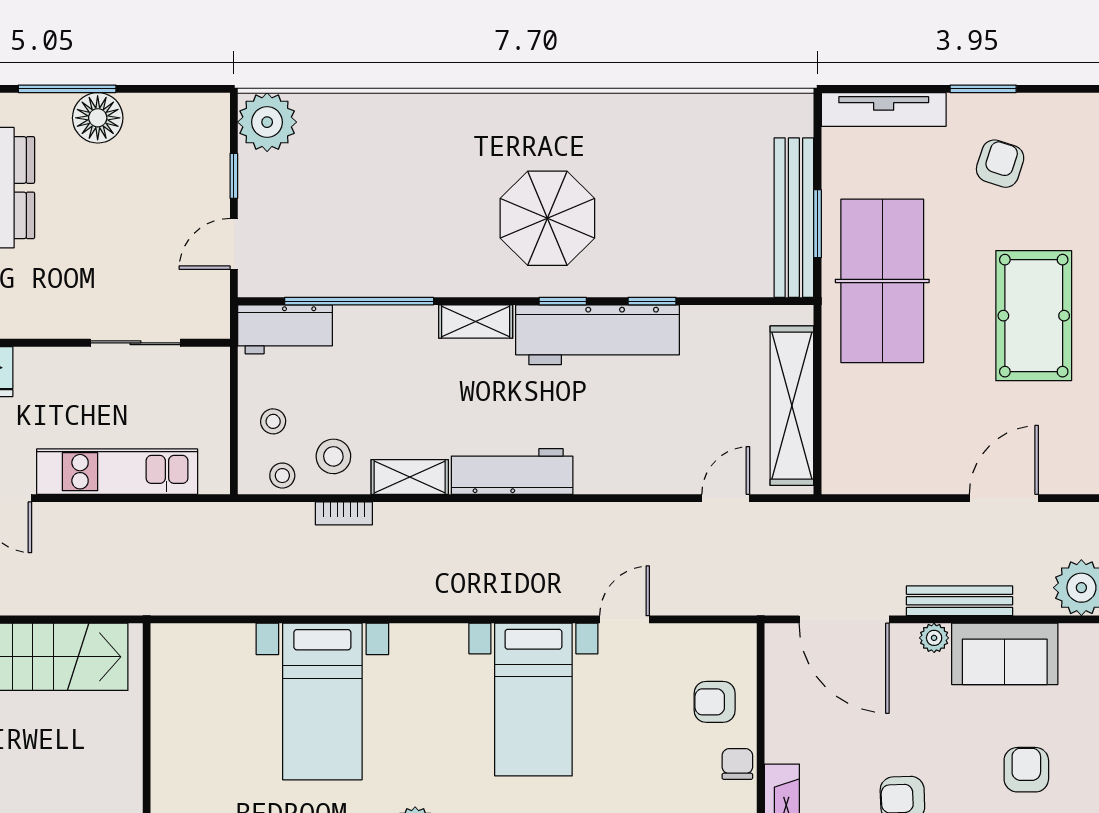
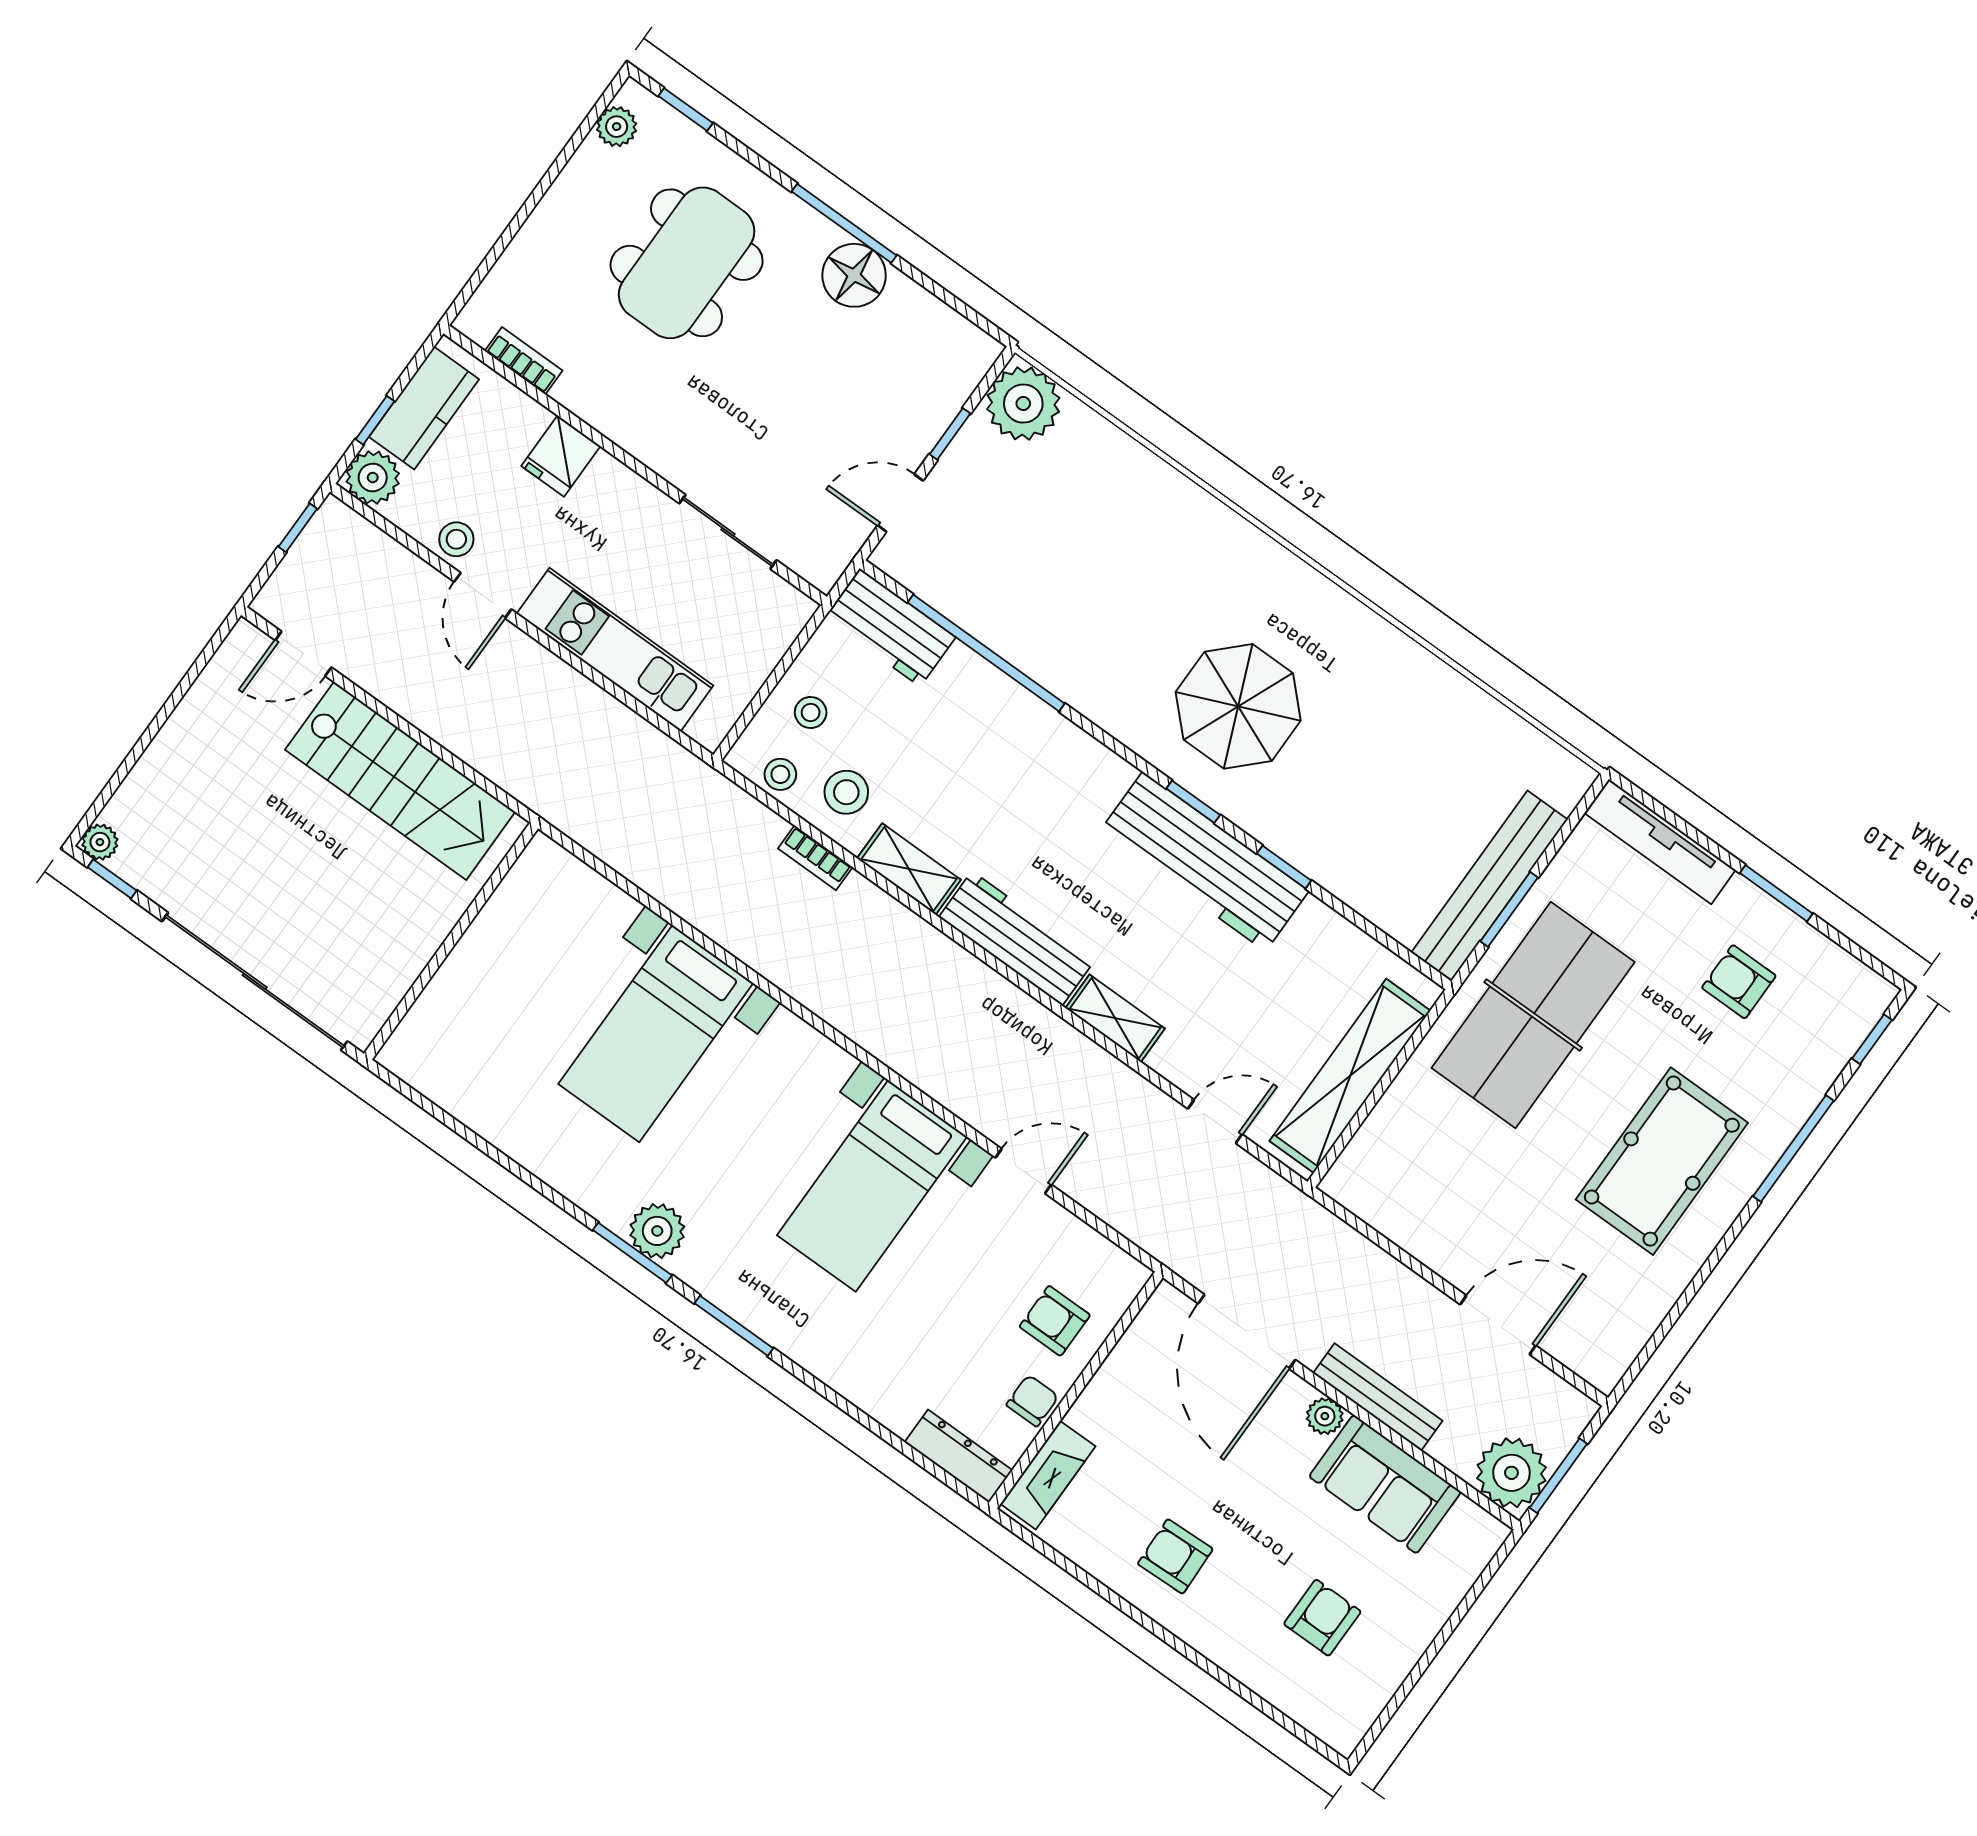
armchair: (1000, 164) -> (1739, 982), turned -108
shelving: (476, 321) -> (1115, 1018), moved

